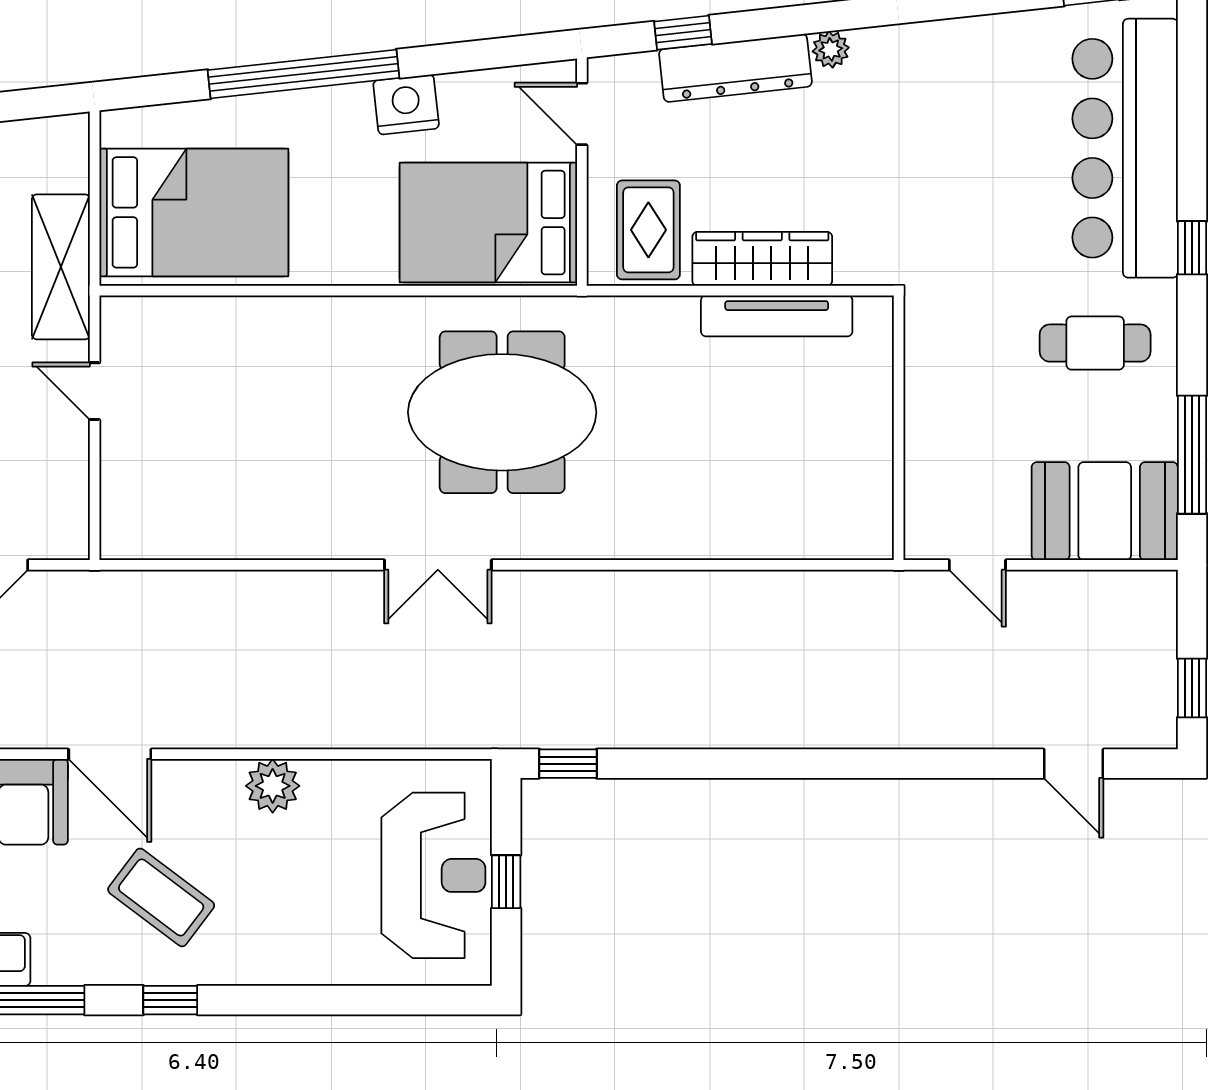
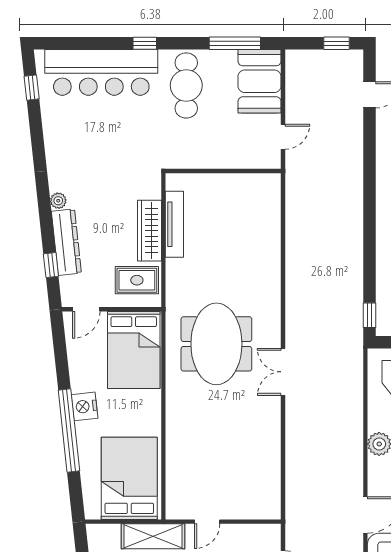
nightstand: (406, 105) -> (85, 406), moved
cafe table: (1095, 343) -> (186, 85), width x1.37, depth x1.35
double door: (438, 565) -> (283, 372), swing flipped

